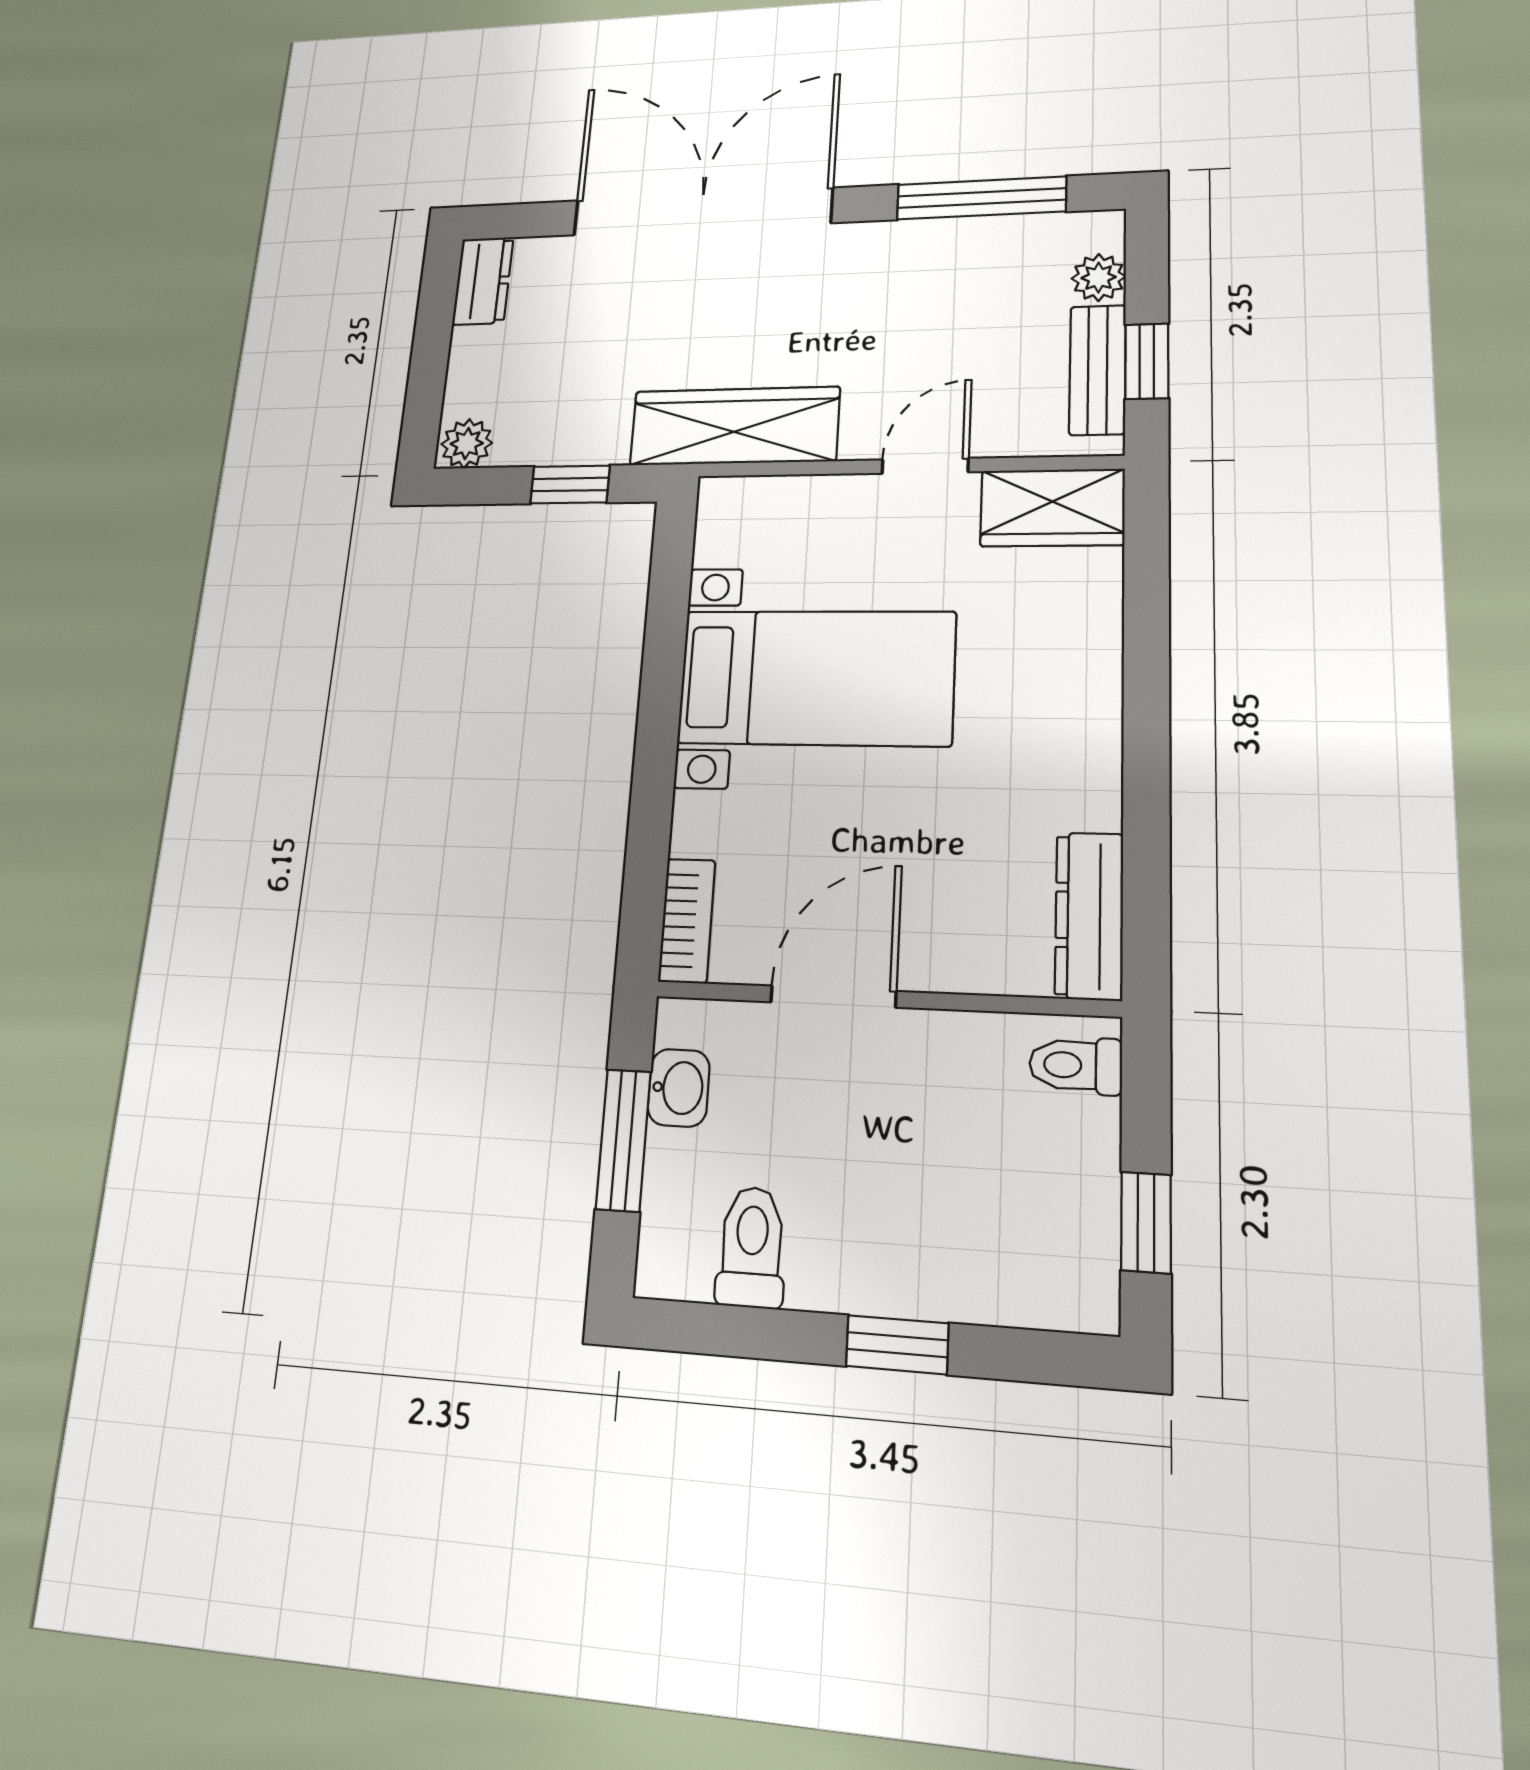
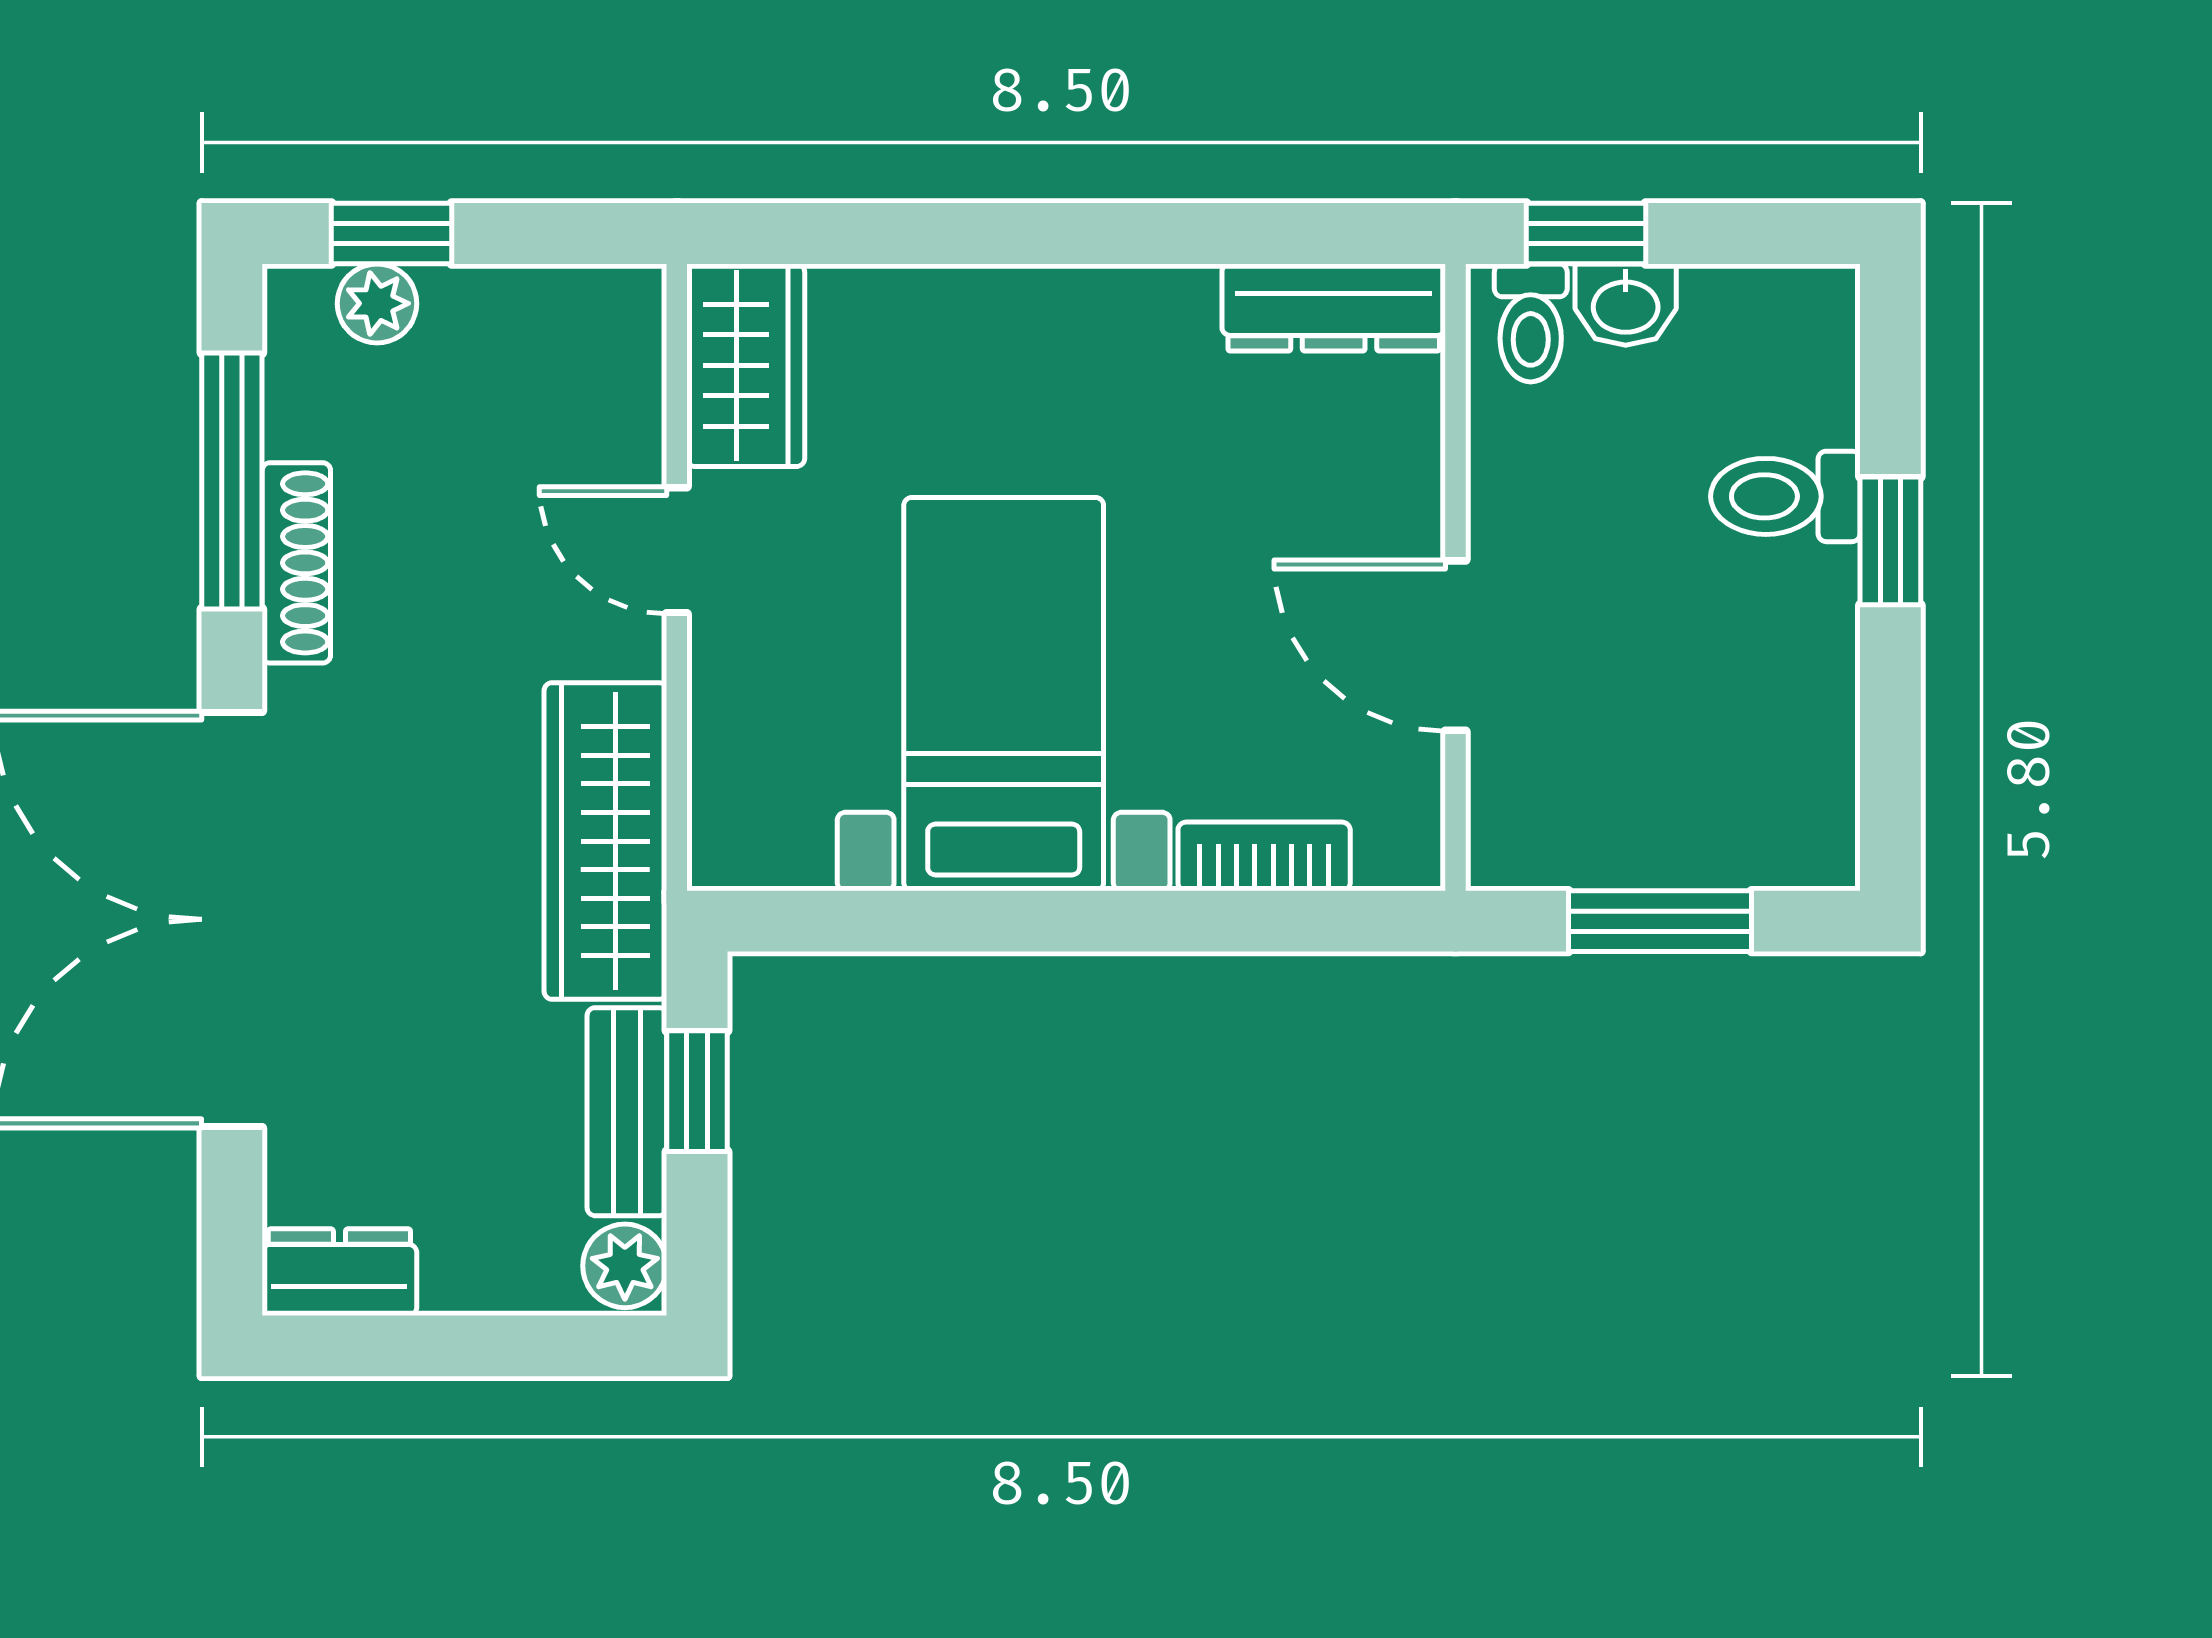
shoe rack: (926, 237) -> (296, 563), added
window: (1147, 361) -> (392, 234), moved
bench: (1098, 370) -> (627, 1112), moved, turned 90
bookcase: (687, 921) -> (1264, 856), moved
washbasin: (679, 1088) -> (1626, 305), moved, turned 180
window: (1146, 1222) -> (1586, 234), moved
toilet: (752, 1247) -> (1785, 496), moved

